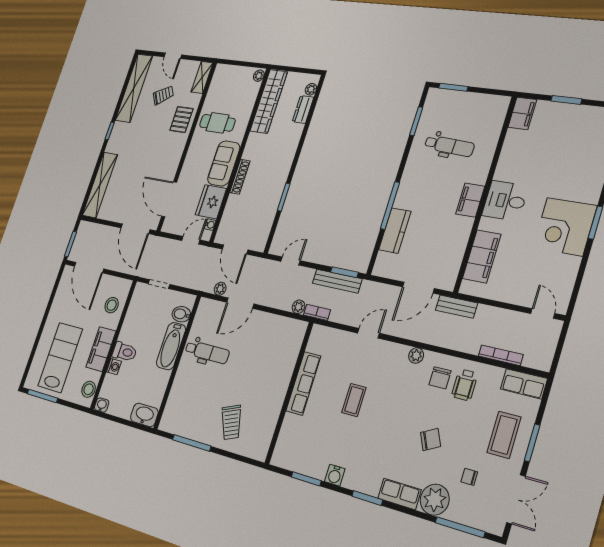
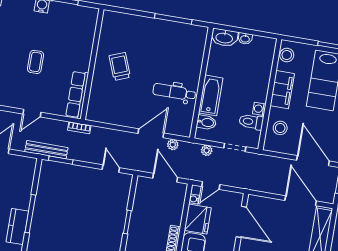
door: (135, 229) -> (301, 201), moved
kitchen counter: (395, 231) -> (17, 226), moved
door: (290, 261) -> (111, 169), swing flipped
bench: (337, 281) -> (46, 150), moved
plant: (298, 307) -> (207, 150), moved
toilet: (125, 352) -> (251, 122), moved
washing machine: (114, 367) -> (259, 109), moved
row of seats: (303, 383) -> (77, 95), moved
washbasin: (102, 405) -> (245, 39), moved
trolley: (231, 422) -> (120, 66), moved

